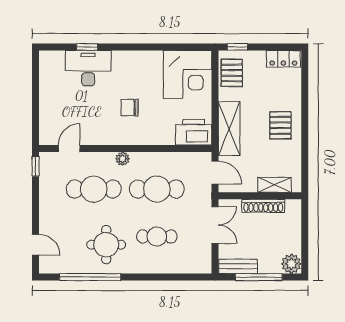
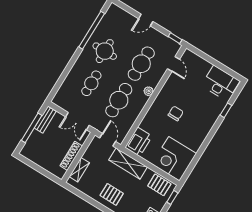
desk: (88, 68) -> (221, 83), moved, turned -90
door: (215, 173) -> (108, 140), swing flipped
door: (36, 245) -> (146, 20), moved
plant: (291, 264) -> (28, 151), removed

